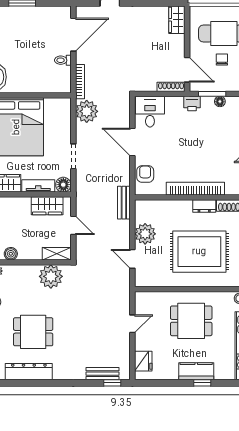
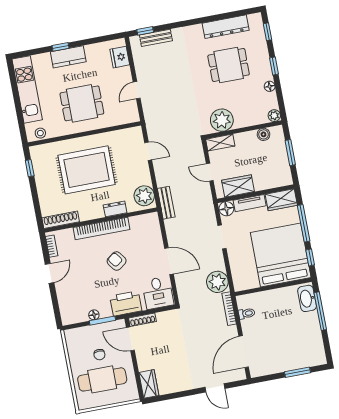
toilet: (63, 60) -> (247, 313), moved
printer: (192, 103) -> (126, 303), width x1.87, depth x1.48
armchair: (145, 174) -> (117, 261), moved, turned 144
dresser: (204, 206) -> (115, 209), moved
plant: (145, 234) -> (144, 196), moved

